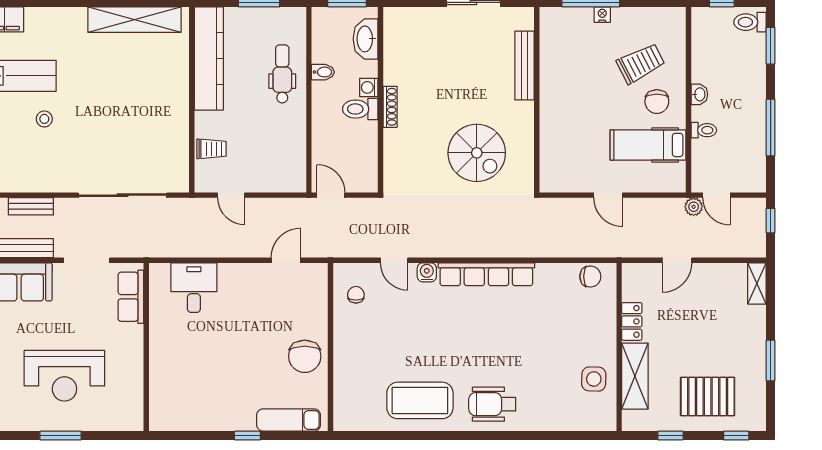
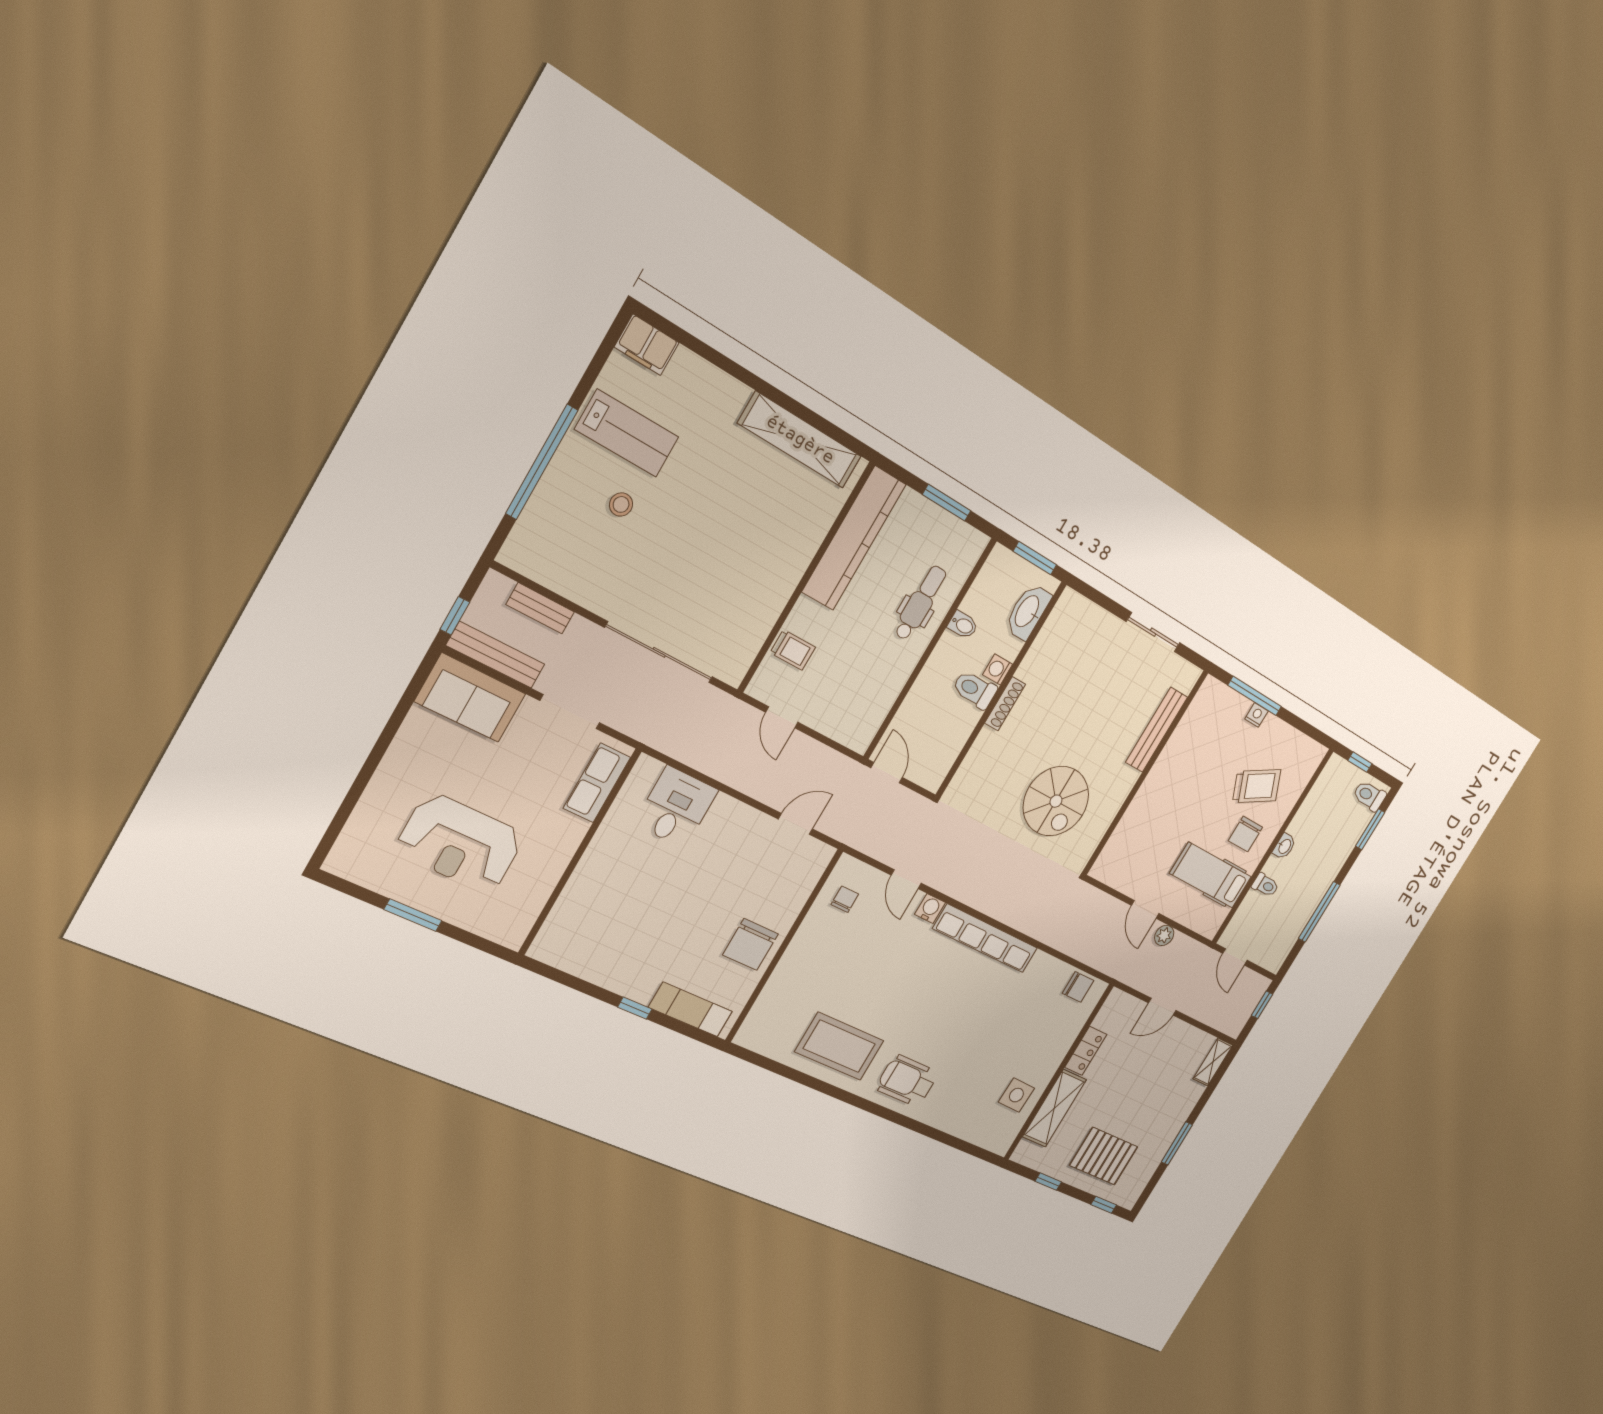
plant: (694, 207) -> (1164, 935), moved

